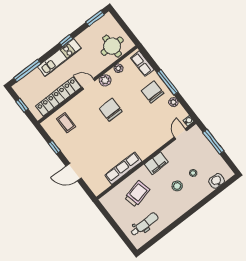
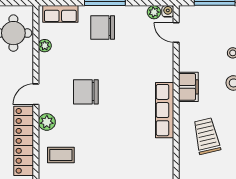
plant: (105, 80) -> (47, 122), moved
plant: (173, 102) -> (154, 12), moved
row of seats: (123, 168) -> (165, 110), moved

